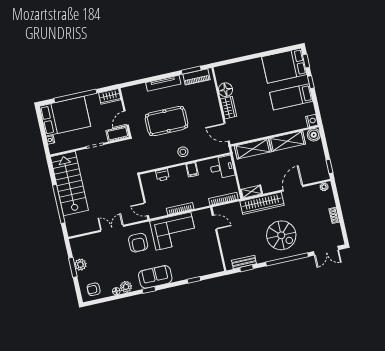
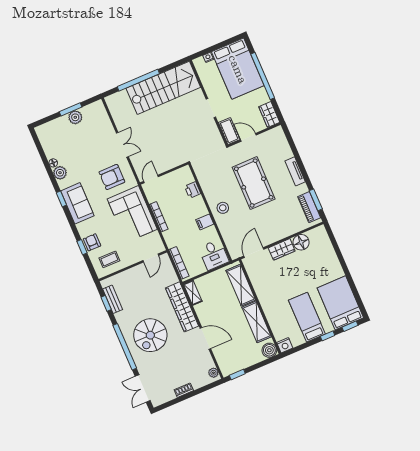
tv unit: (163, 83) -> (295, 171), width x0.71
coffee table: (209, 258) -> (109, 259), added
armchair: (94, 289) -> (92, 242), moved

